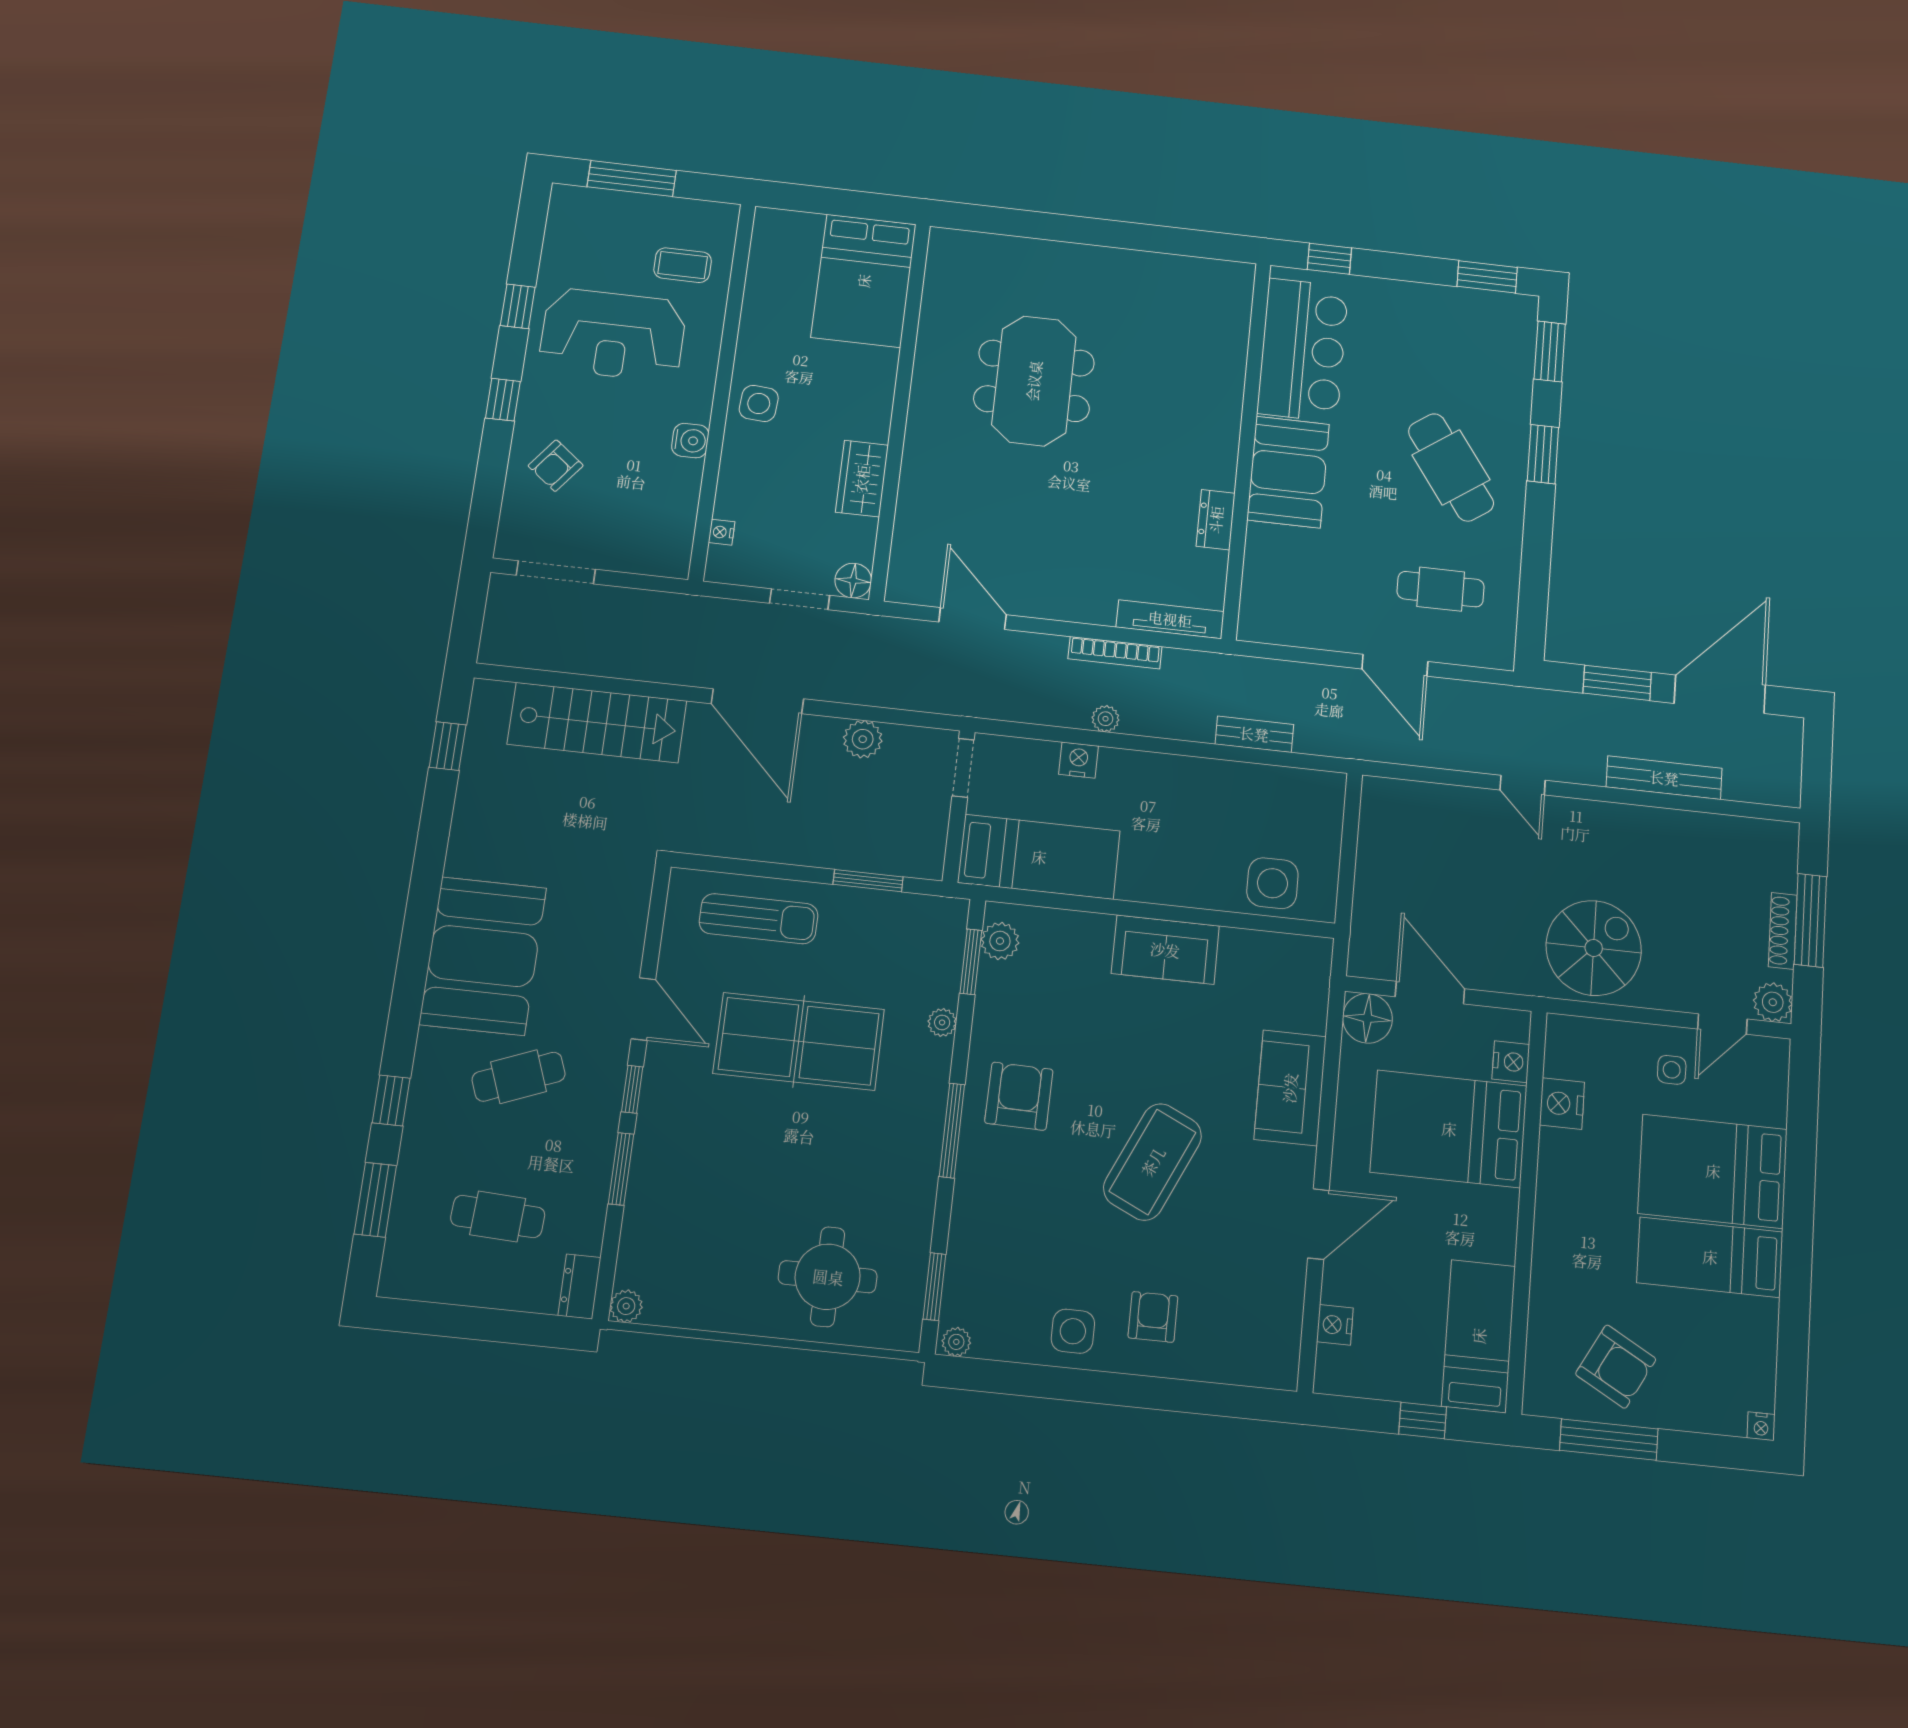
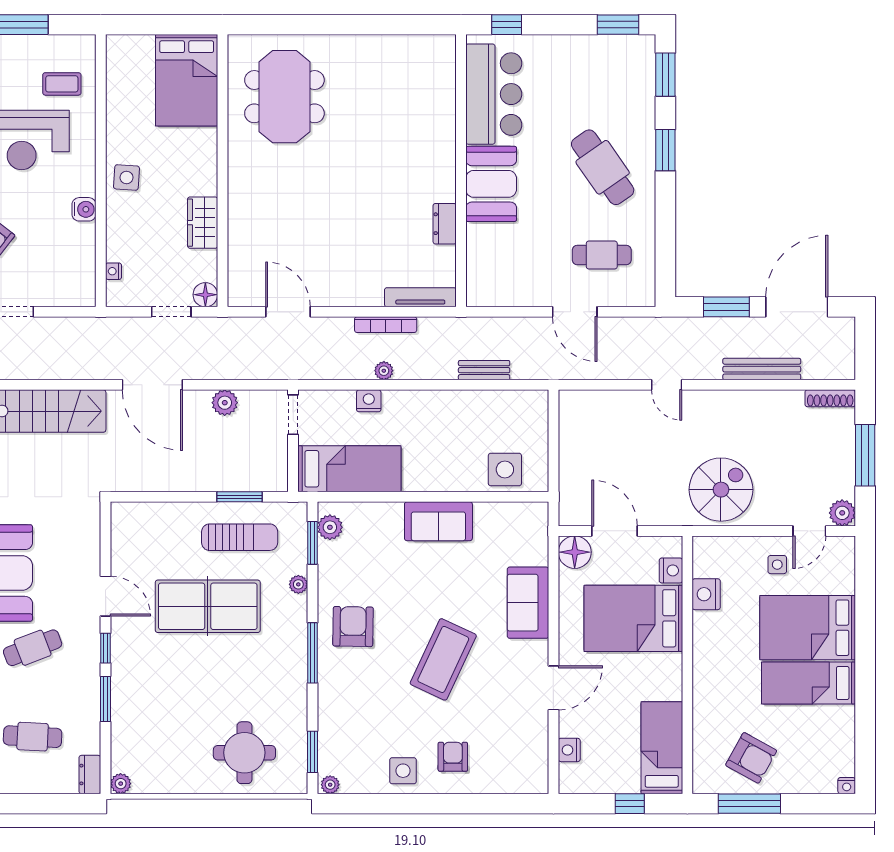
meeting table: (1034, 381) -> (284, 97), moved
sun lounger: (759, 919) -> (240, 537), moved
shoe rack: (1783, 931) -> (830, 398), moved, turned -90

